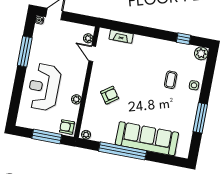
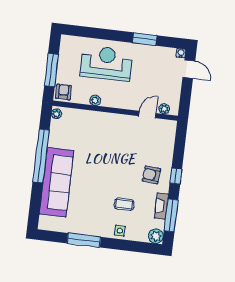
window: (149, 32) -> (176, 176), added
fireplace: (121, 37) -> (161, 206), moved
window: (183, 39) -> (171, 215), width x2.17
window: (25, 51) -> (145, 39), width x0.69
armchair: (110, 95) -> (151, 175), moved, turned 130

